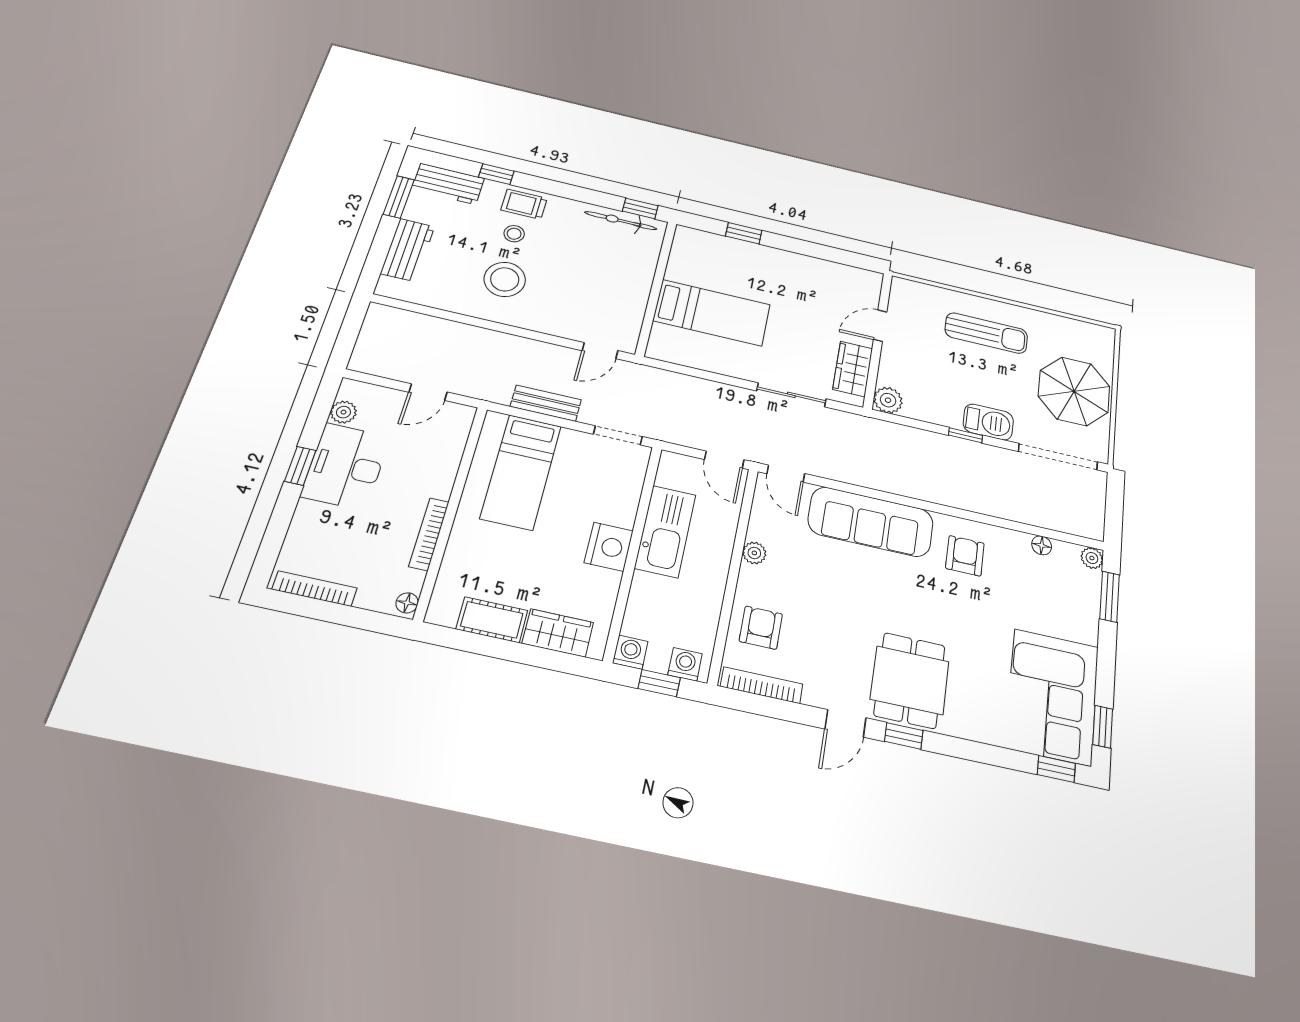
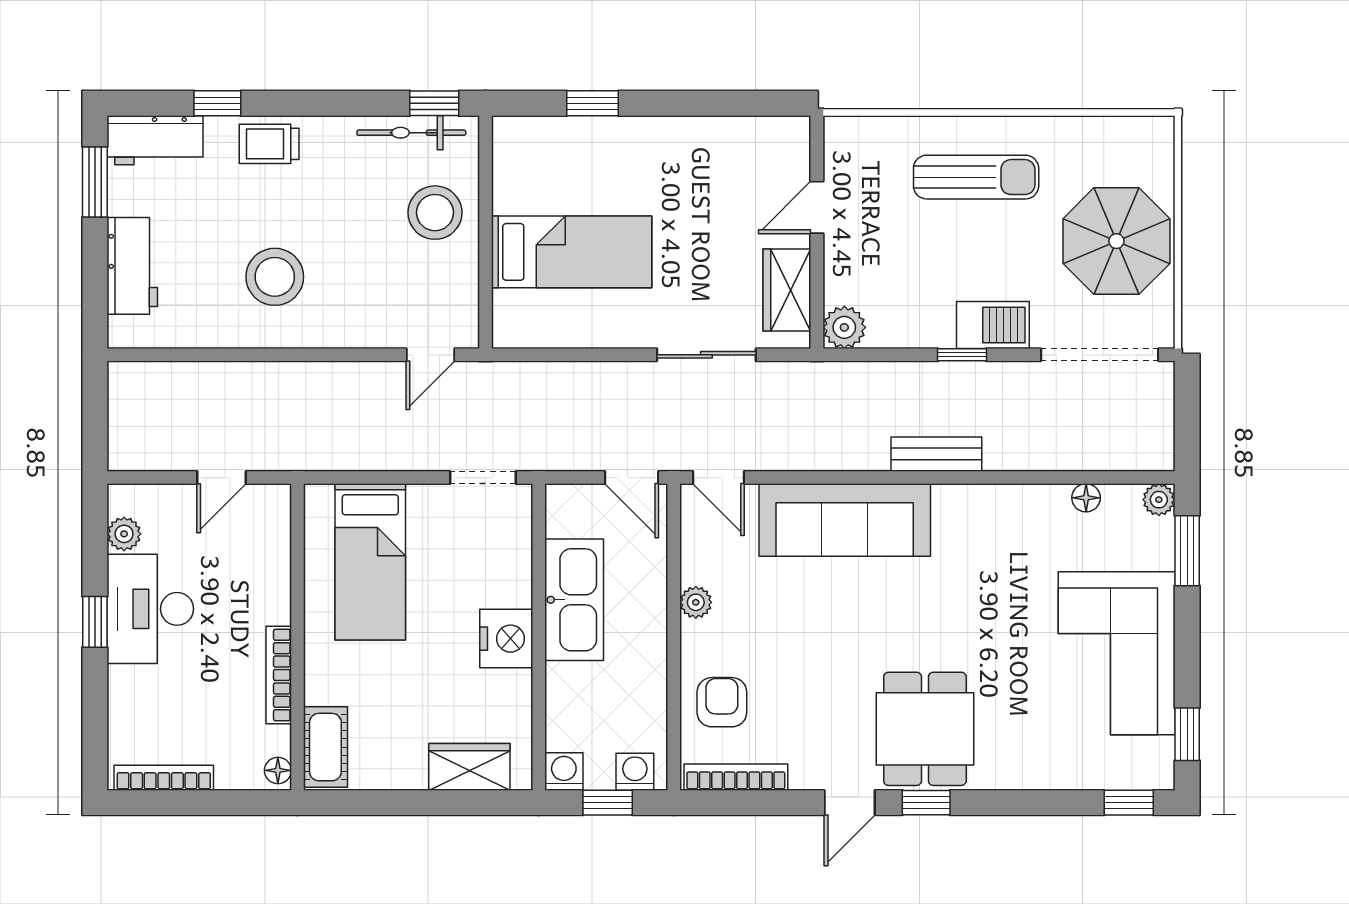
stool: (514, 234) -> (435, 213), moved, width x1.89, depth x1.89
bench: (546, 403) -> (936, 454), moved
armchair: (965, 556) -> (980, 539), removed
cot: (492, 620) -> (325, 747), moved, turned 90
corner sofa: (1052, 697) -> (1117, 653), moved

